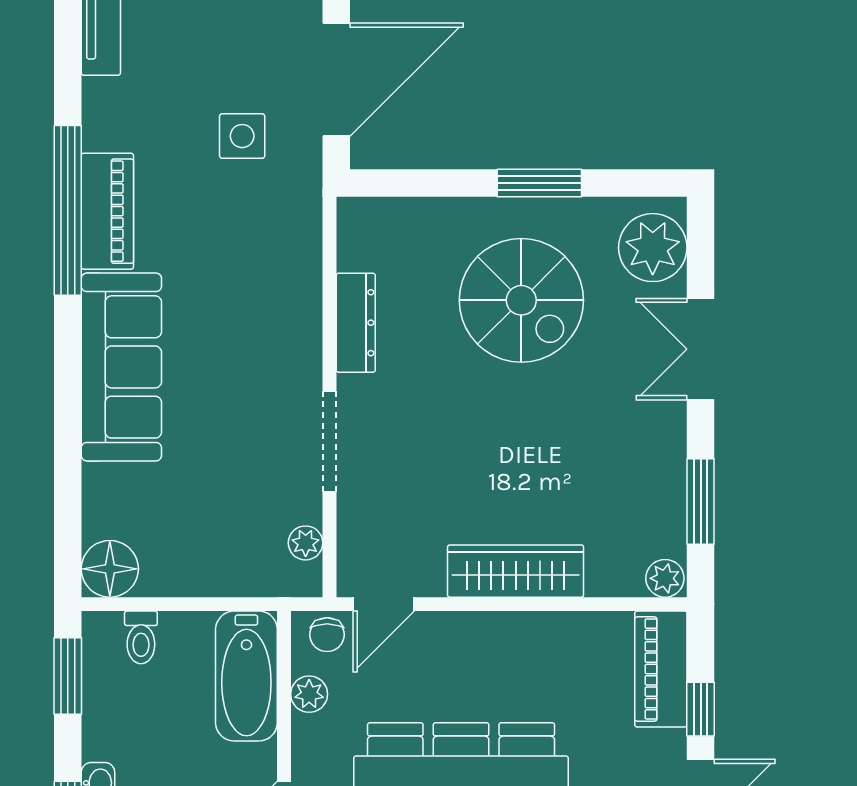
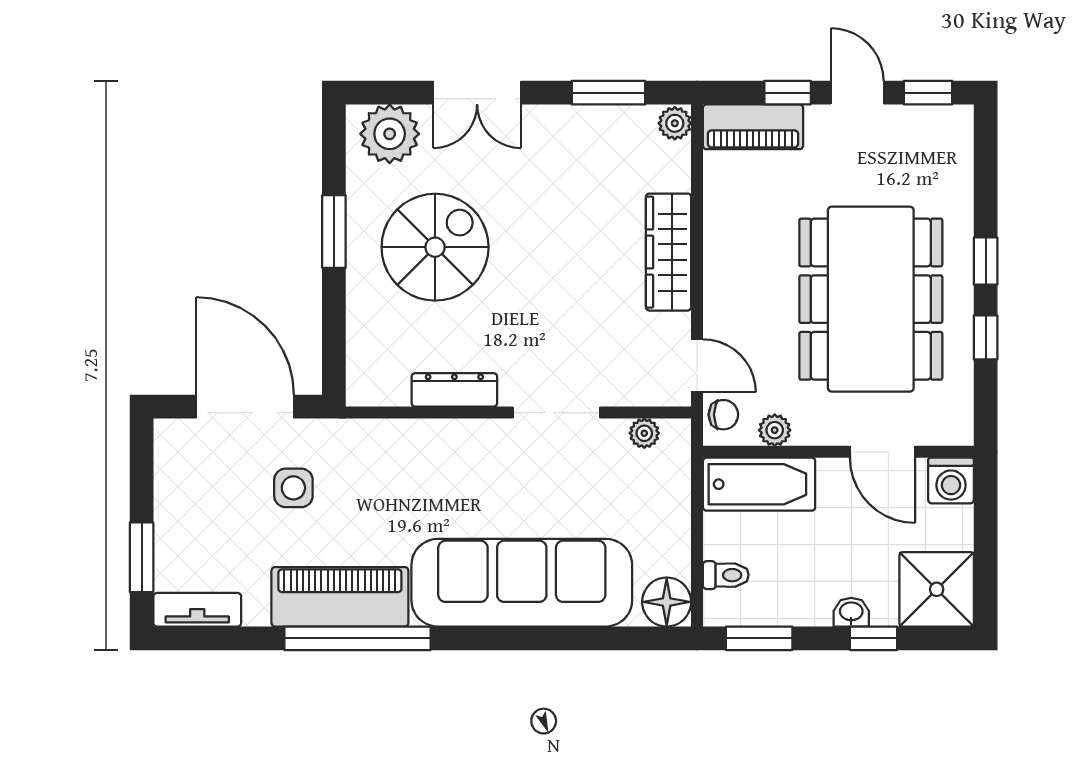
piano: (107, 211) -> (340, 597), width x1.37, depth x1.33
sofa: (121, 367) -> (522, 583), width x1.36, depth x1.27

